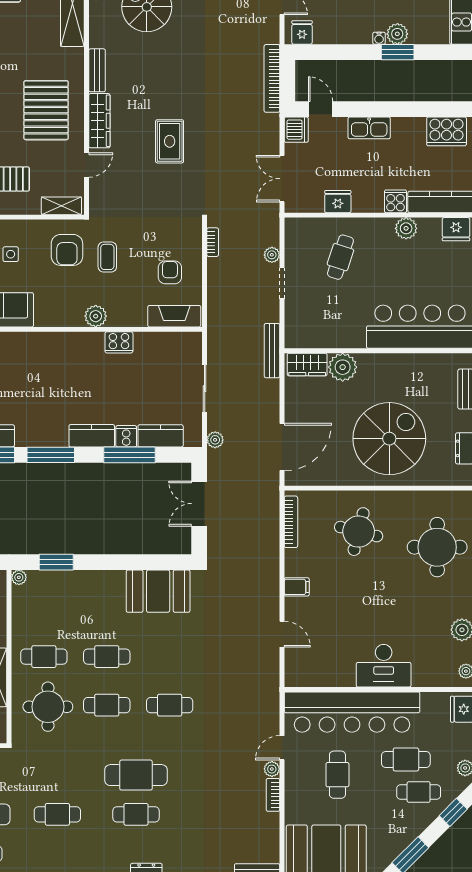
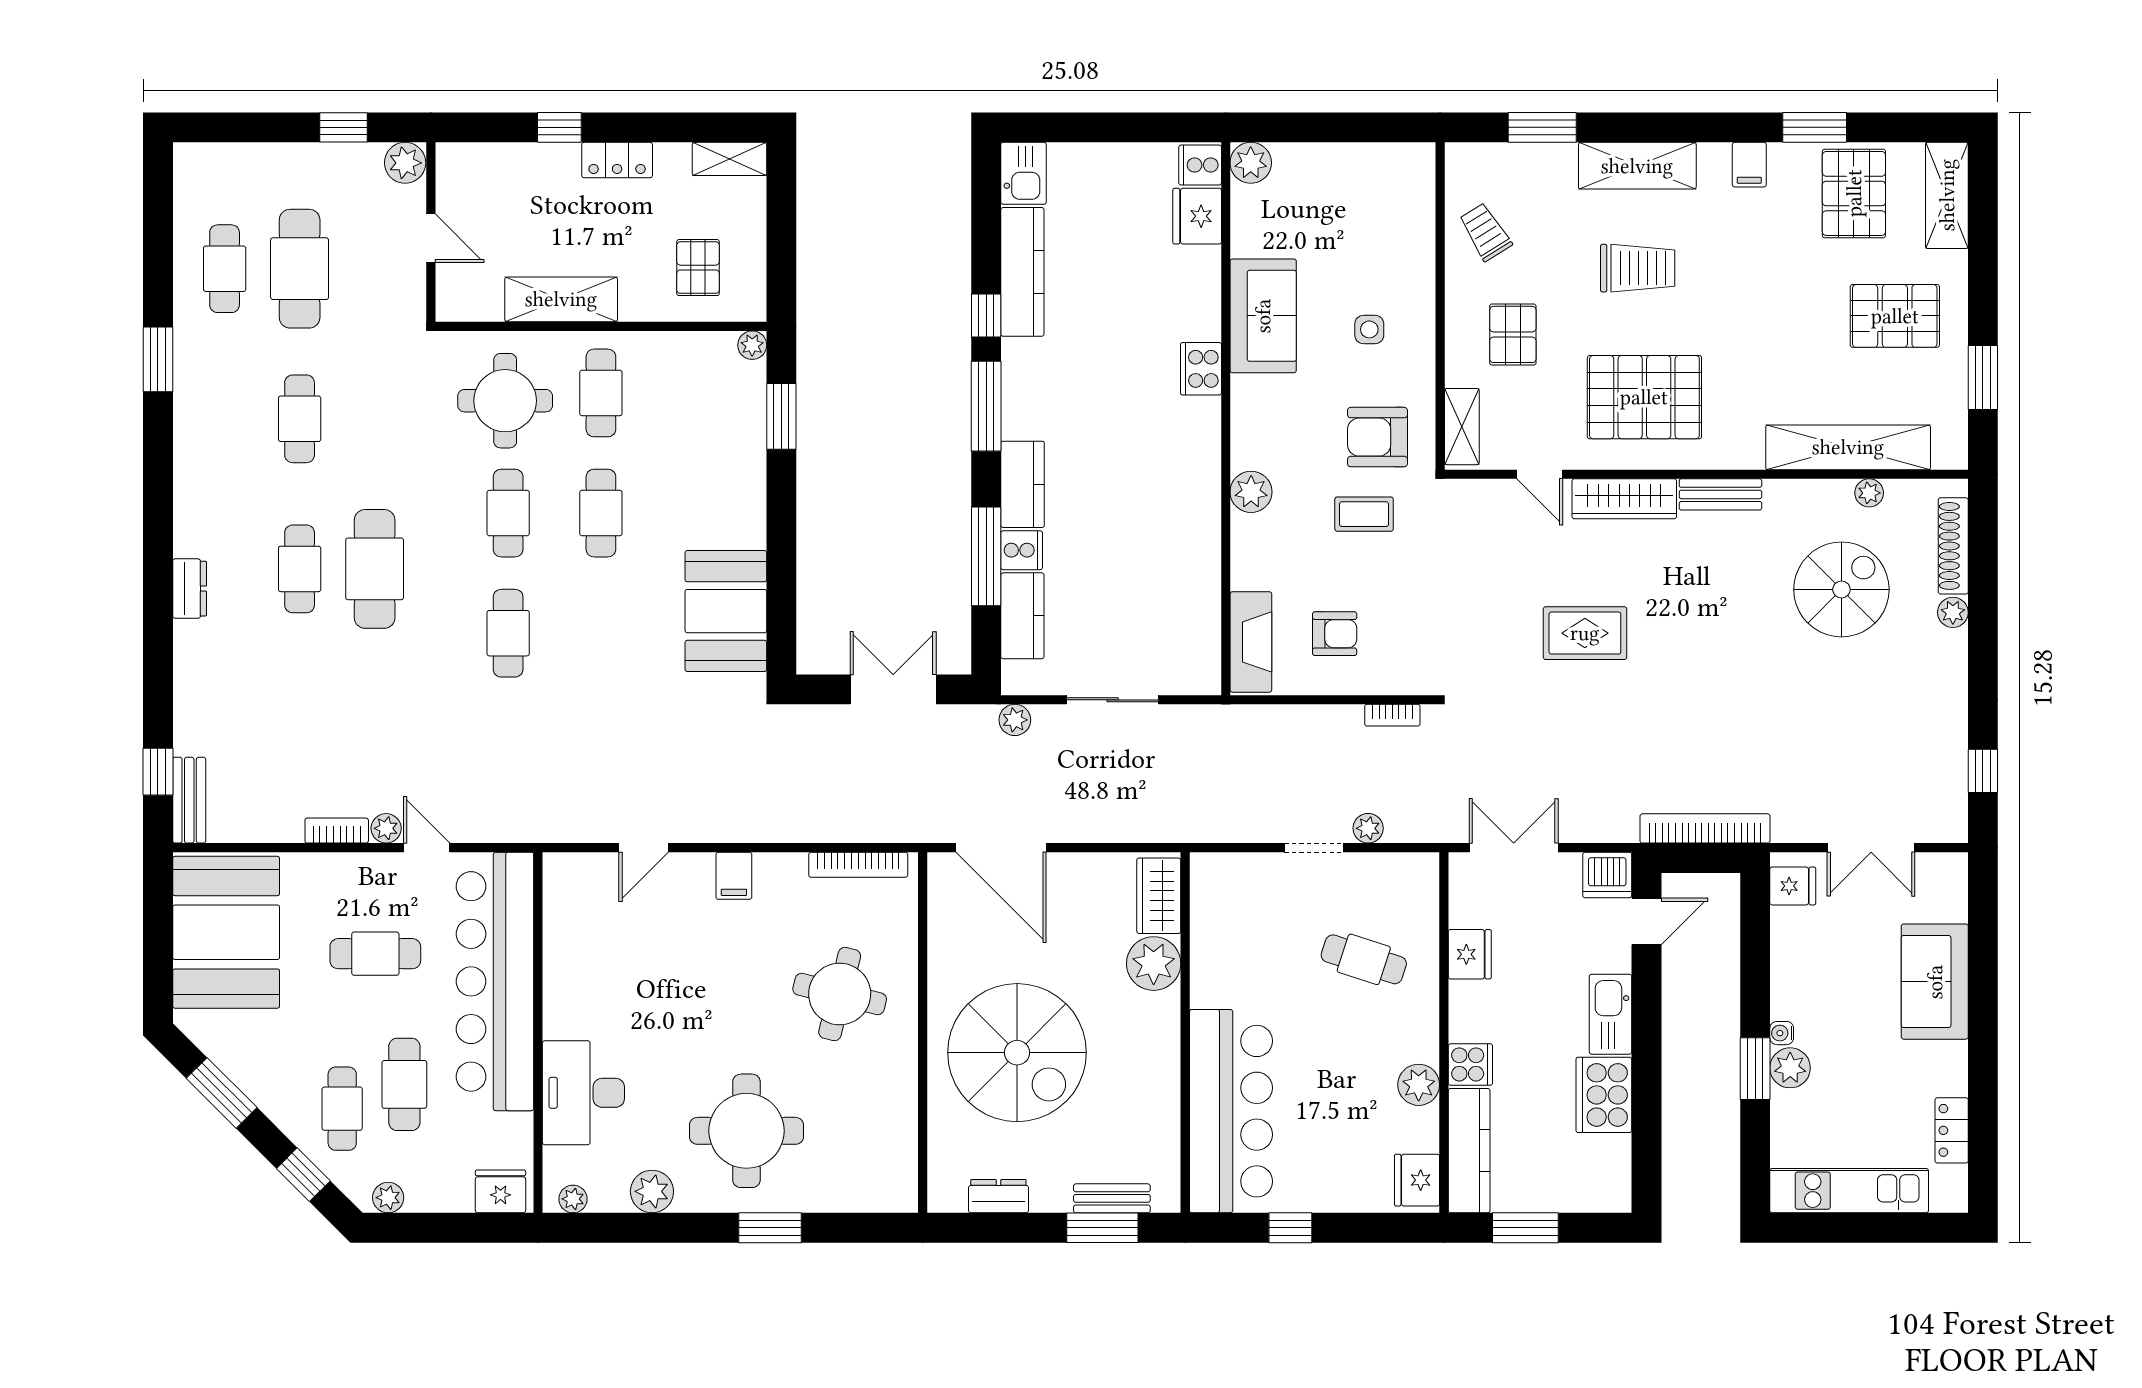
cooker: (447, 131) -> (1604, 1095), moved
cooker: (119, 342) -> (1201, 369), moved
bench: (272, 351) -> (1185, 829), removed
round table: (437, 547) -> (746, 1131), moved
desk: (384, 666) -> (583, 1093), moved

